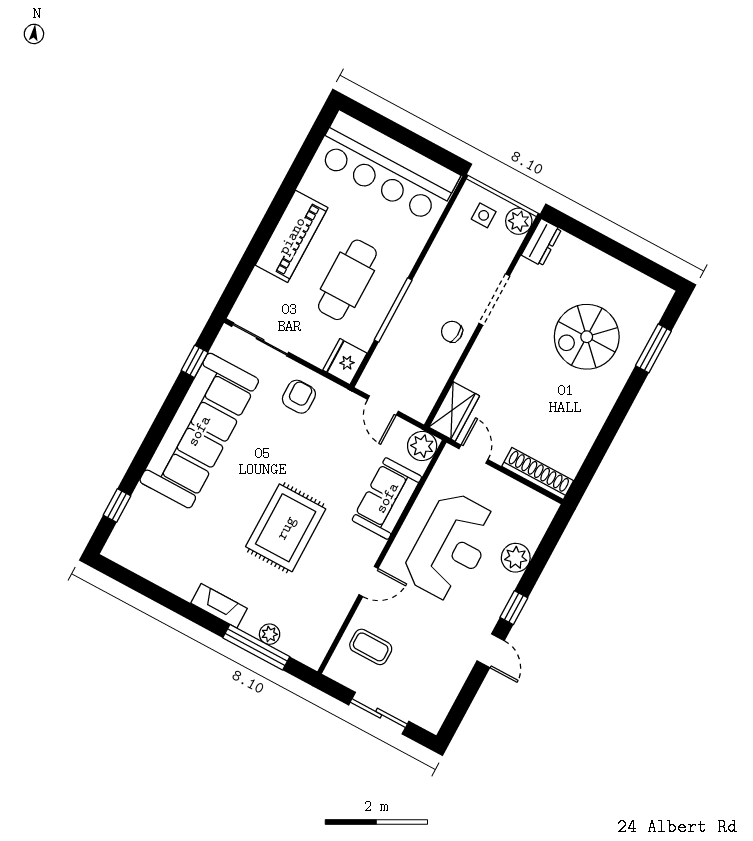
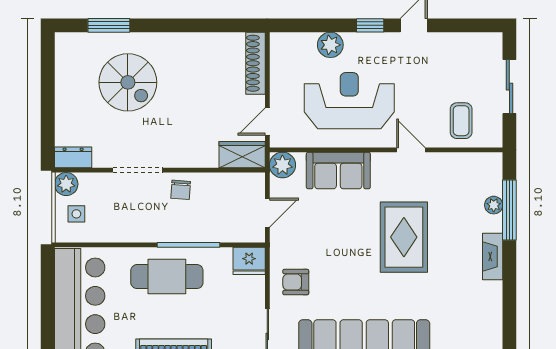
cafe table: (347, 280) -> (167, 277), moved
rug: (286, 528) -> (404, 237), turned 90

